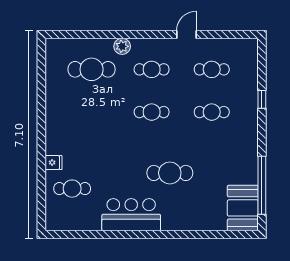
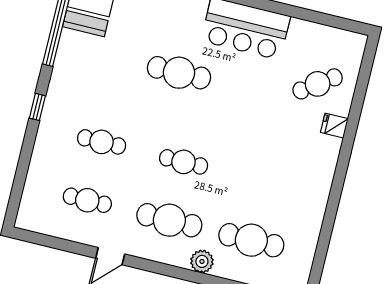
cafe table: (152, 69) -> (169, 220), width x1.37, depth x1.35
window: (262, 99) -> (37, 107), moved
cafe table: (72, 189) -> (318, 84), turned -35

